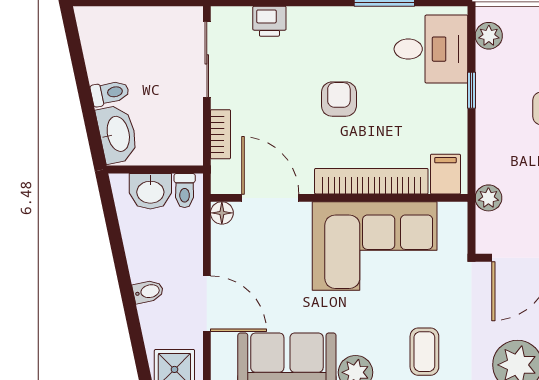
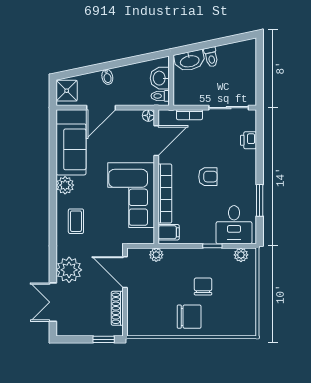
coffee table: (424, 352) -> (76, 221), turned 90

